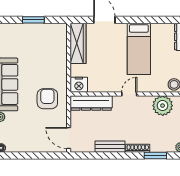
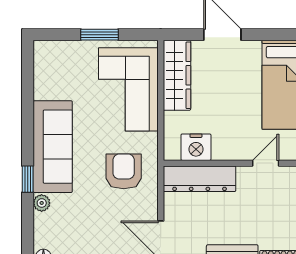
corner sofa: (50, 51) -> (128, 89), added
nightstand: (79, 85) -> (196, 147), moved

